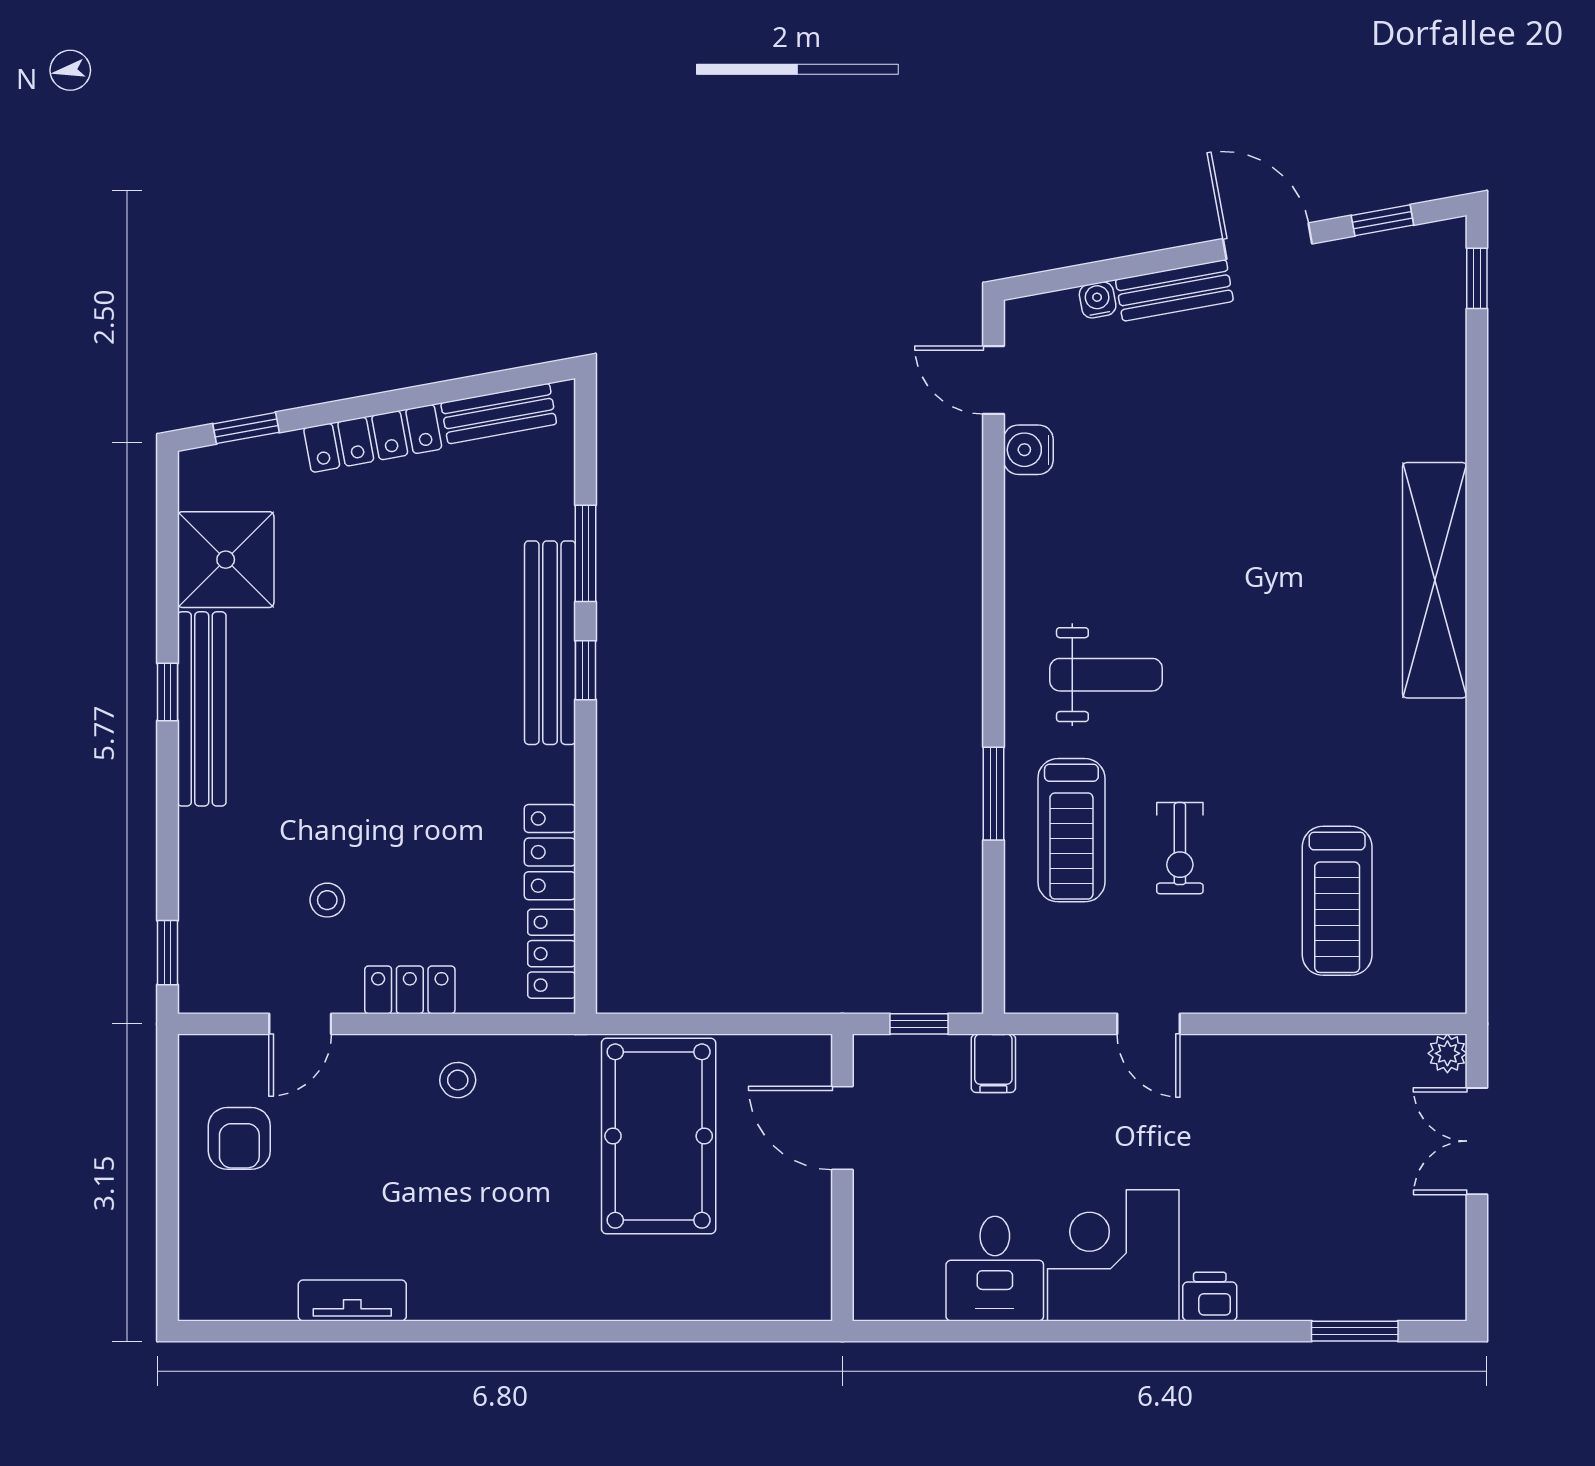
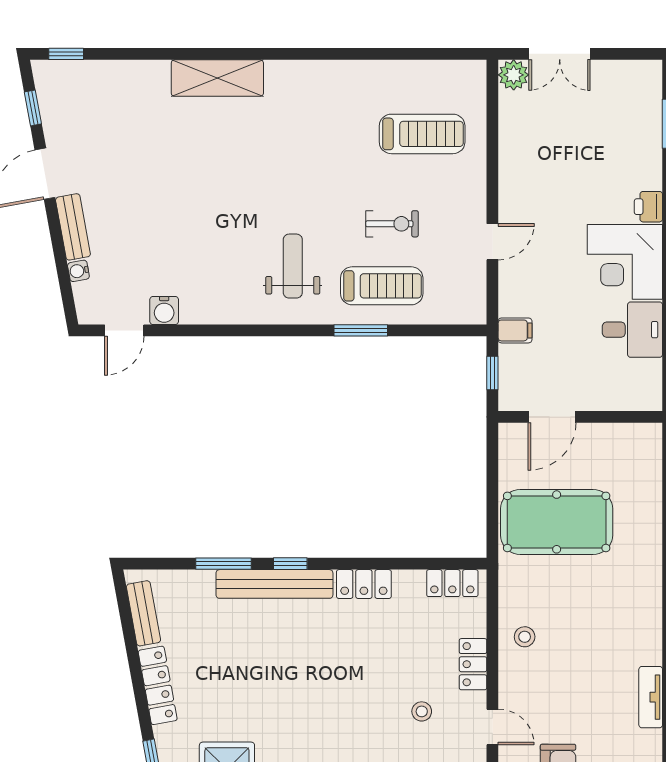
shelving: (1435, 580) -> (217, 78), width x0.68
locker: (550, 852) -> (364, 584), moved
plant: (1447, 1053) -> (514, 75), width x1.38, depth x1.38

